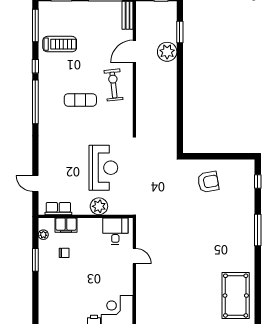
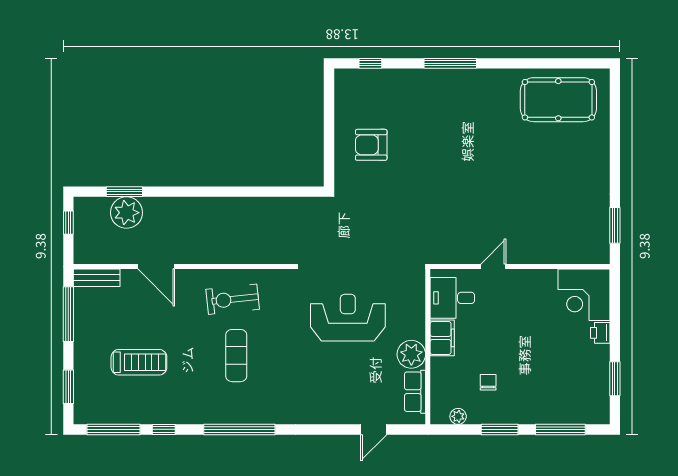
treadmill: (60, 44) -> (139, 362), moved, turned 90
plant: (167, 52) -> (126, 213), moved
window: (35, 66) -> (164, 429), moved
exercise bike: (114, 85) -> (233, 299), moved
armchair: (208, 182) -> (371, 145), turned -80
plant: (99, 206) -> (411, 354), moved
filing cabinet: (66, 225) -> (442, 338), moved
window: (35, 297) -> (560, 429), added

